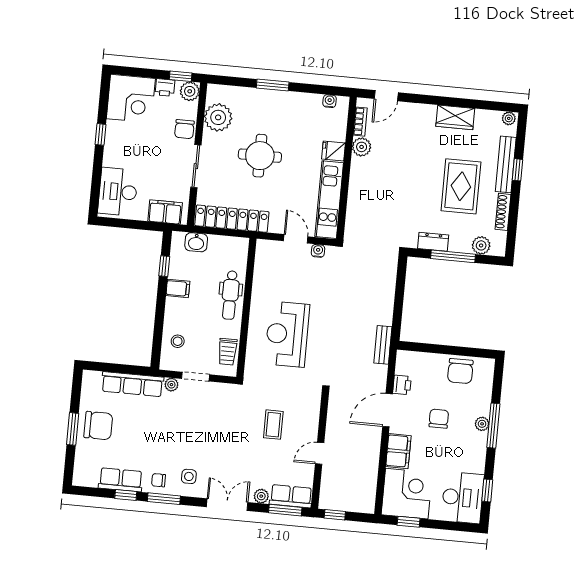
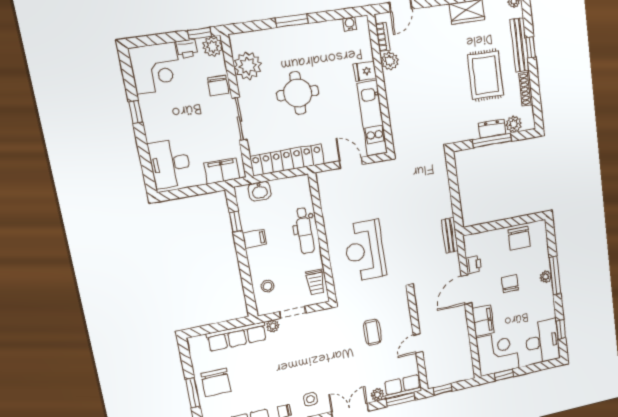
dresser: (433, 242) -> (492, 129), moved
water cooler: (318, 251) -> (374, 168), removed
chair: (98, 426) -> (216, 382), turned 90

